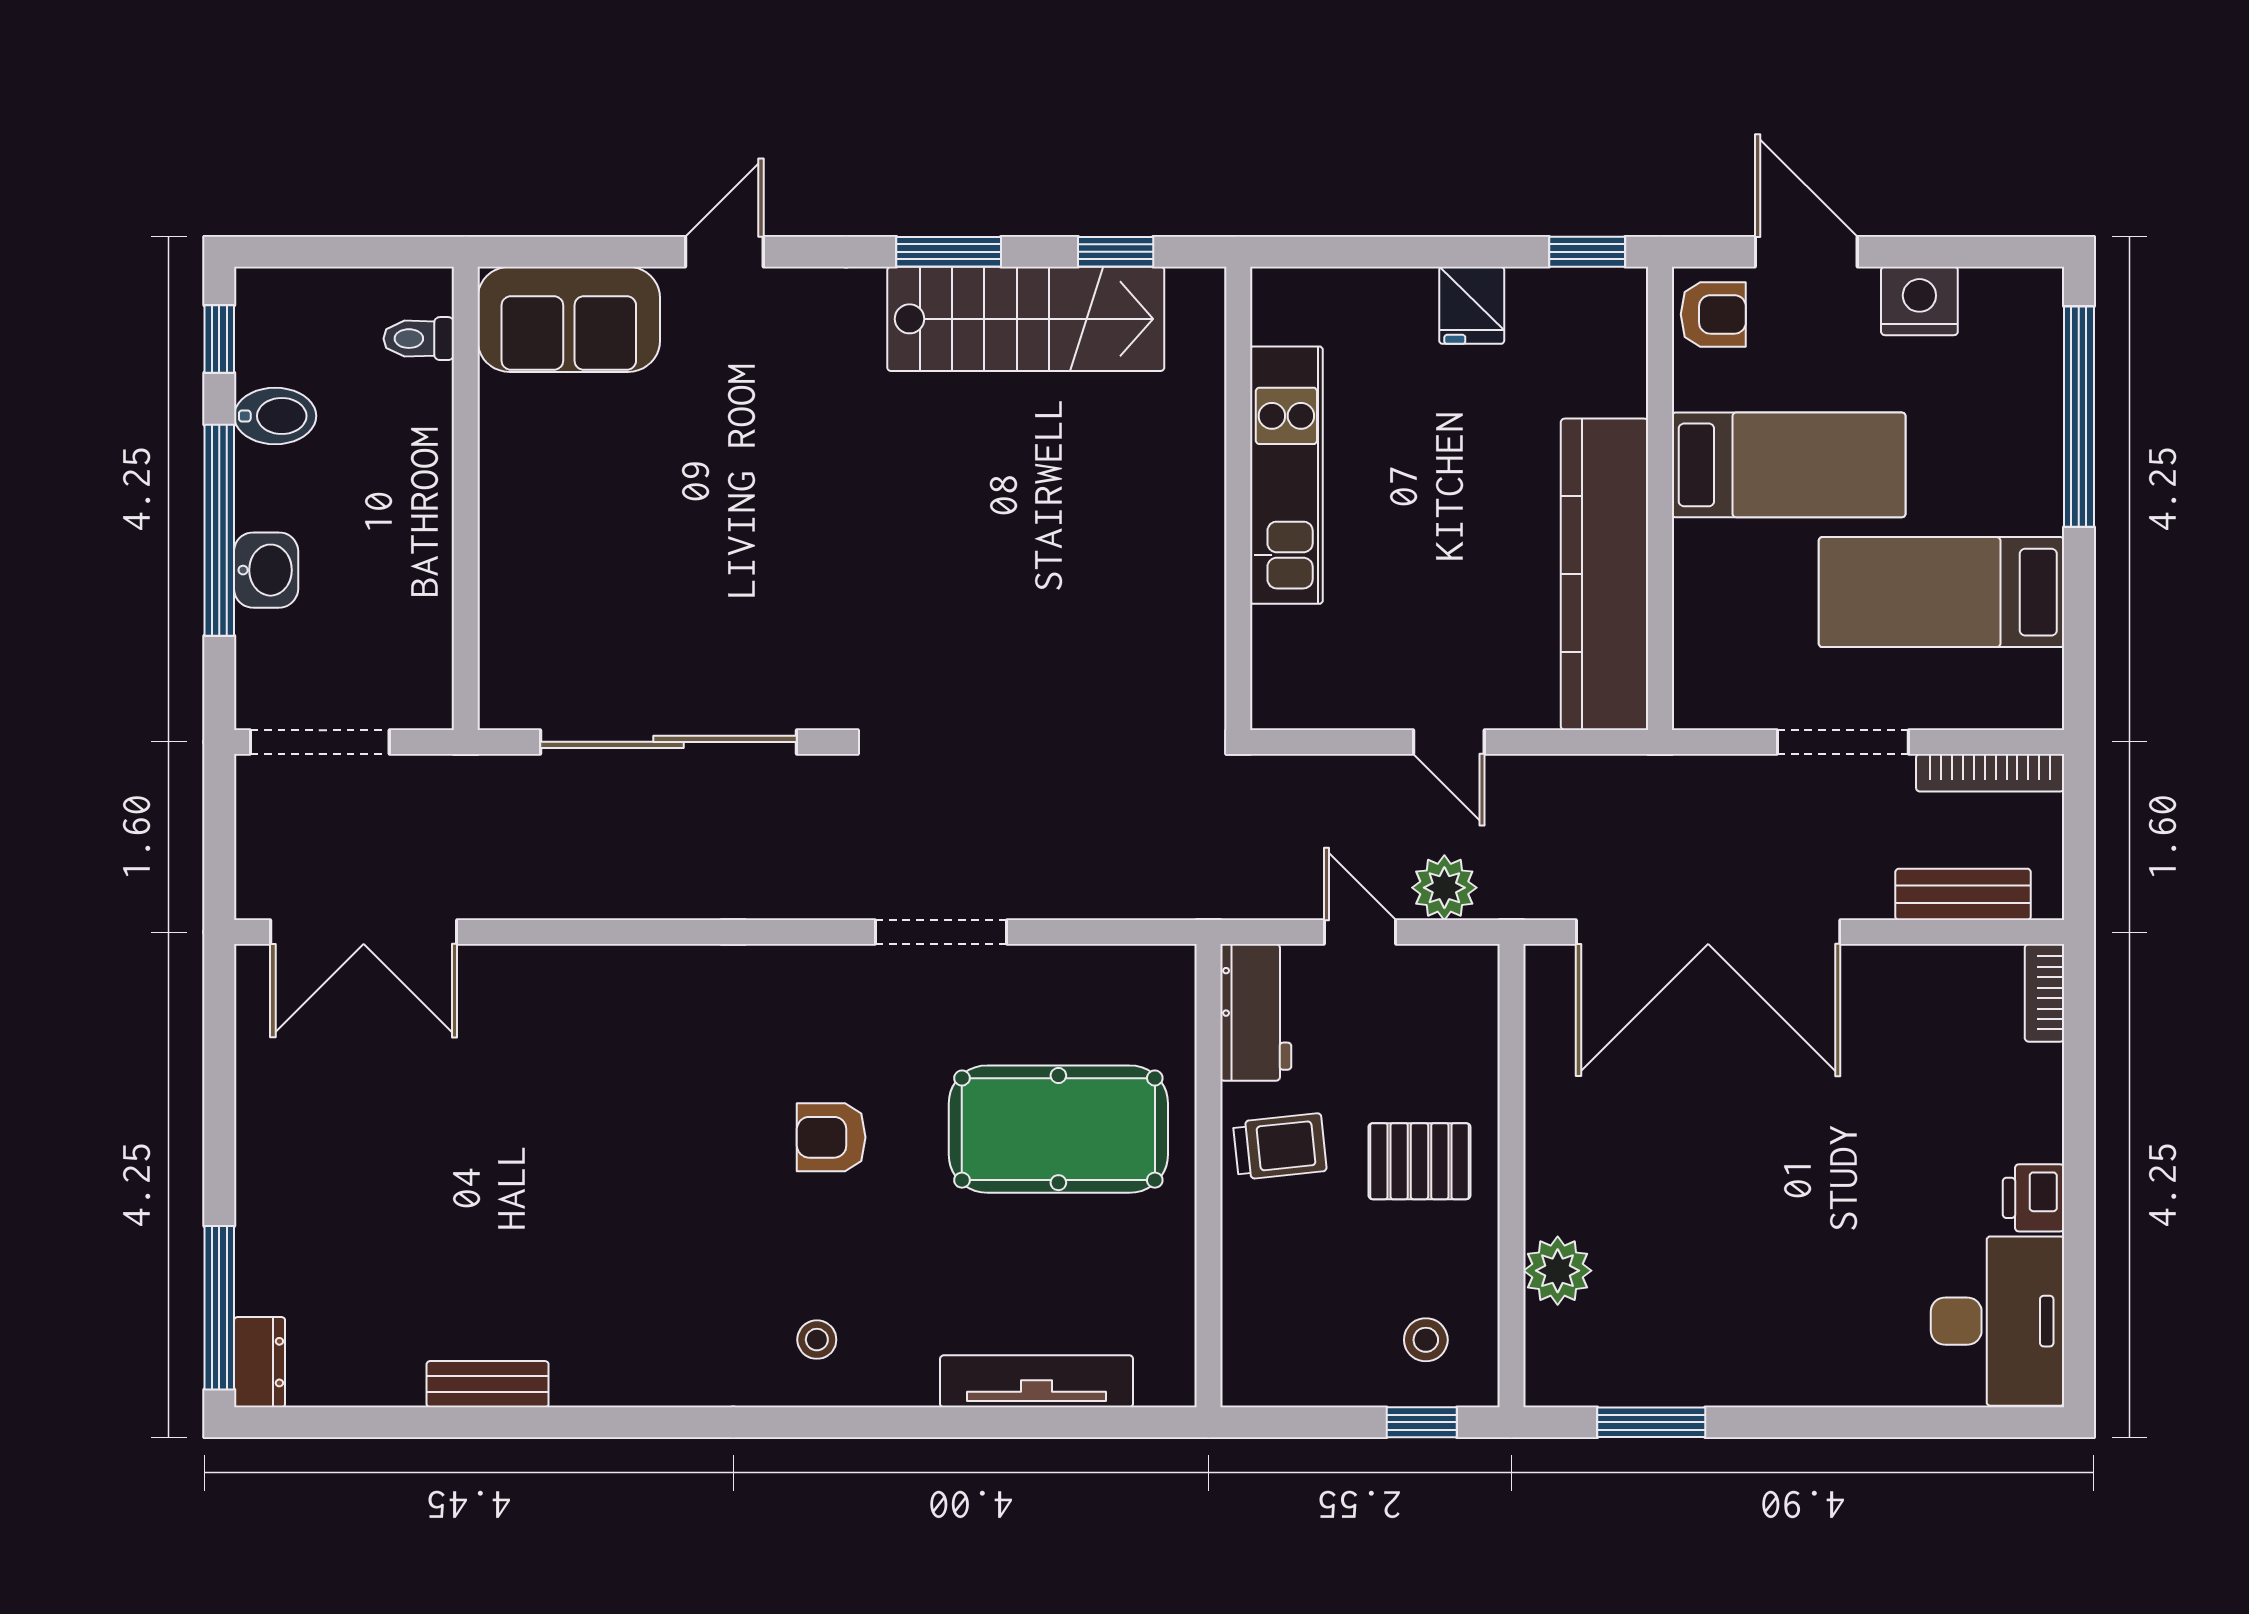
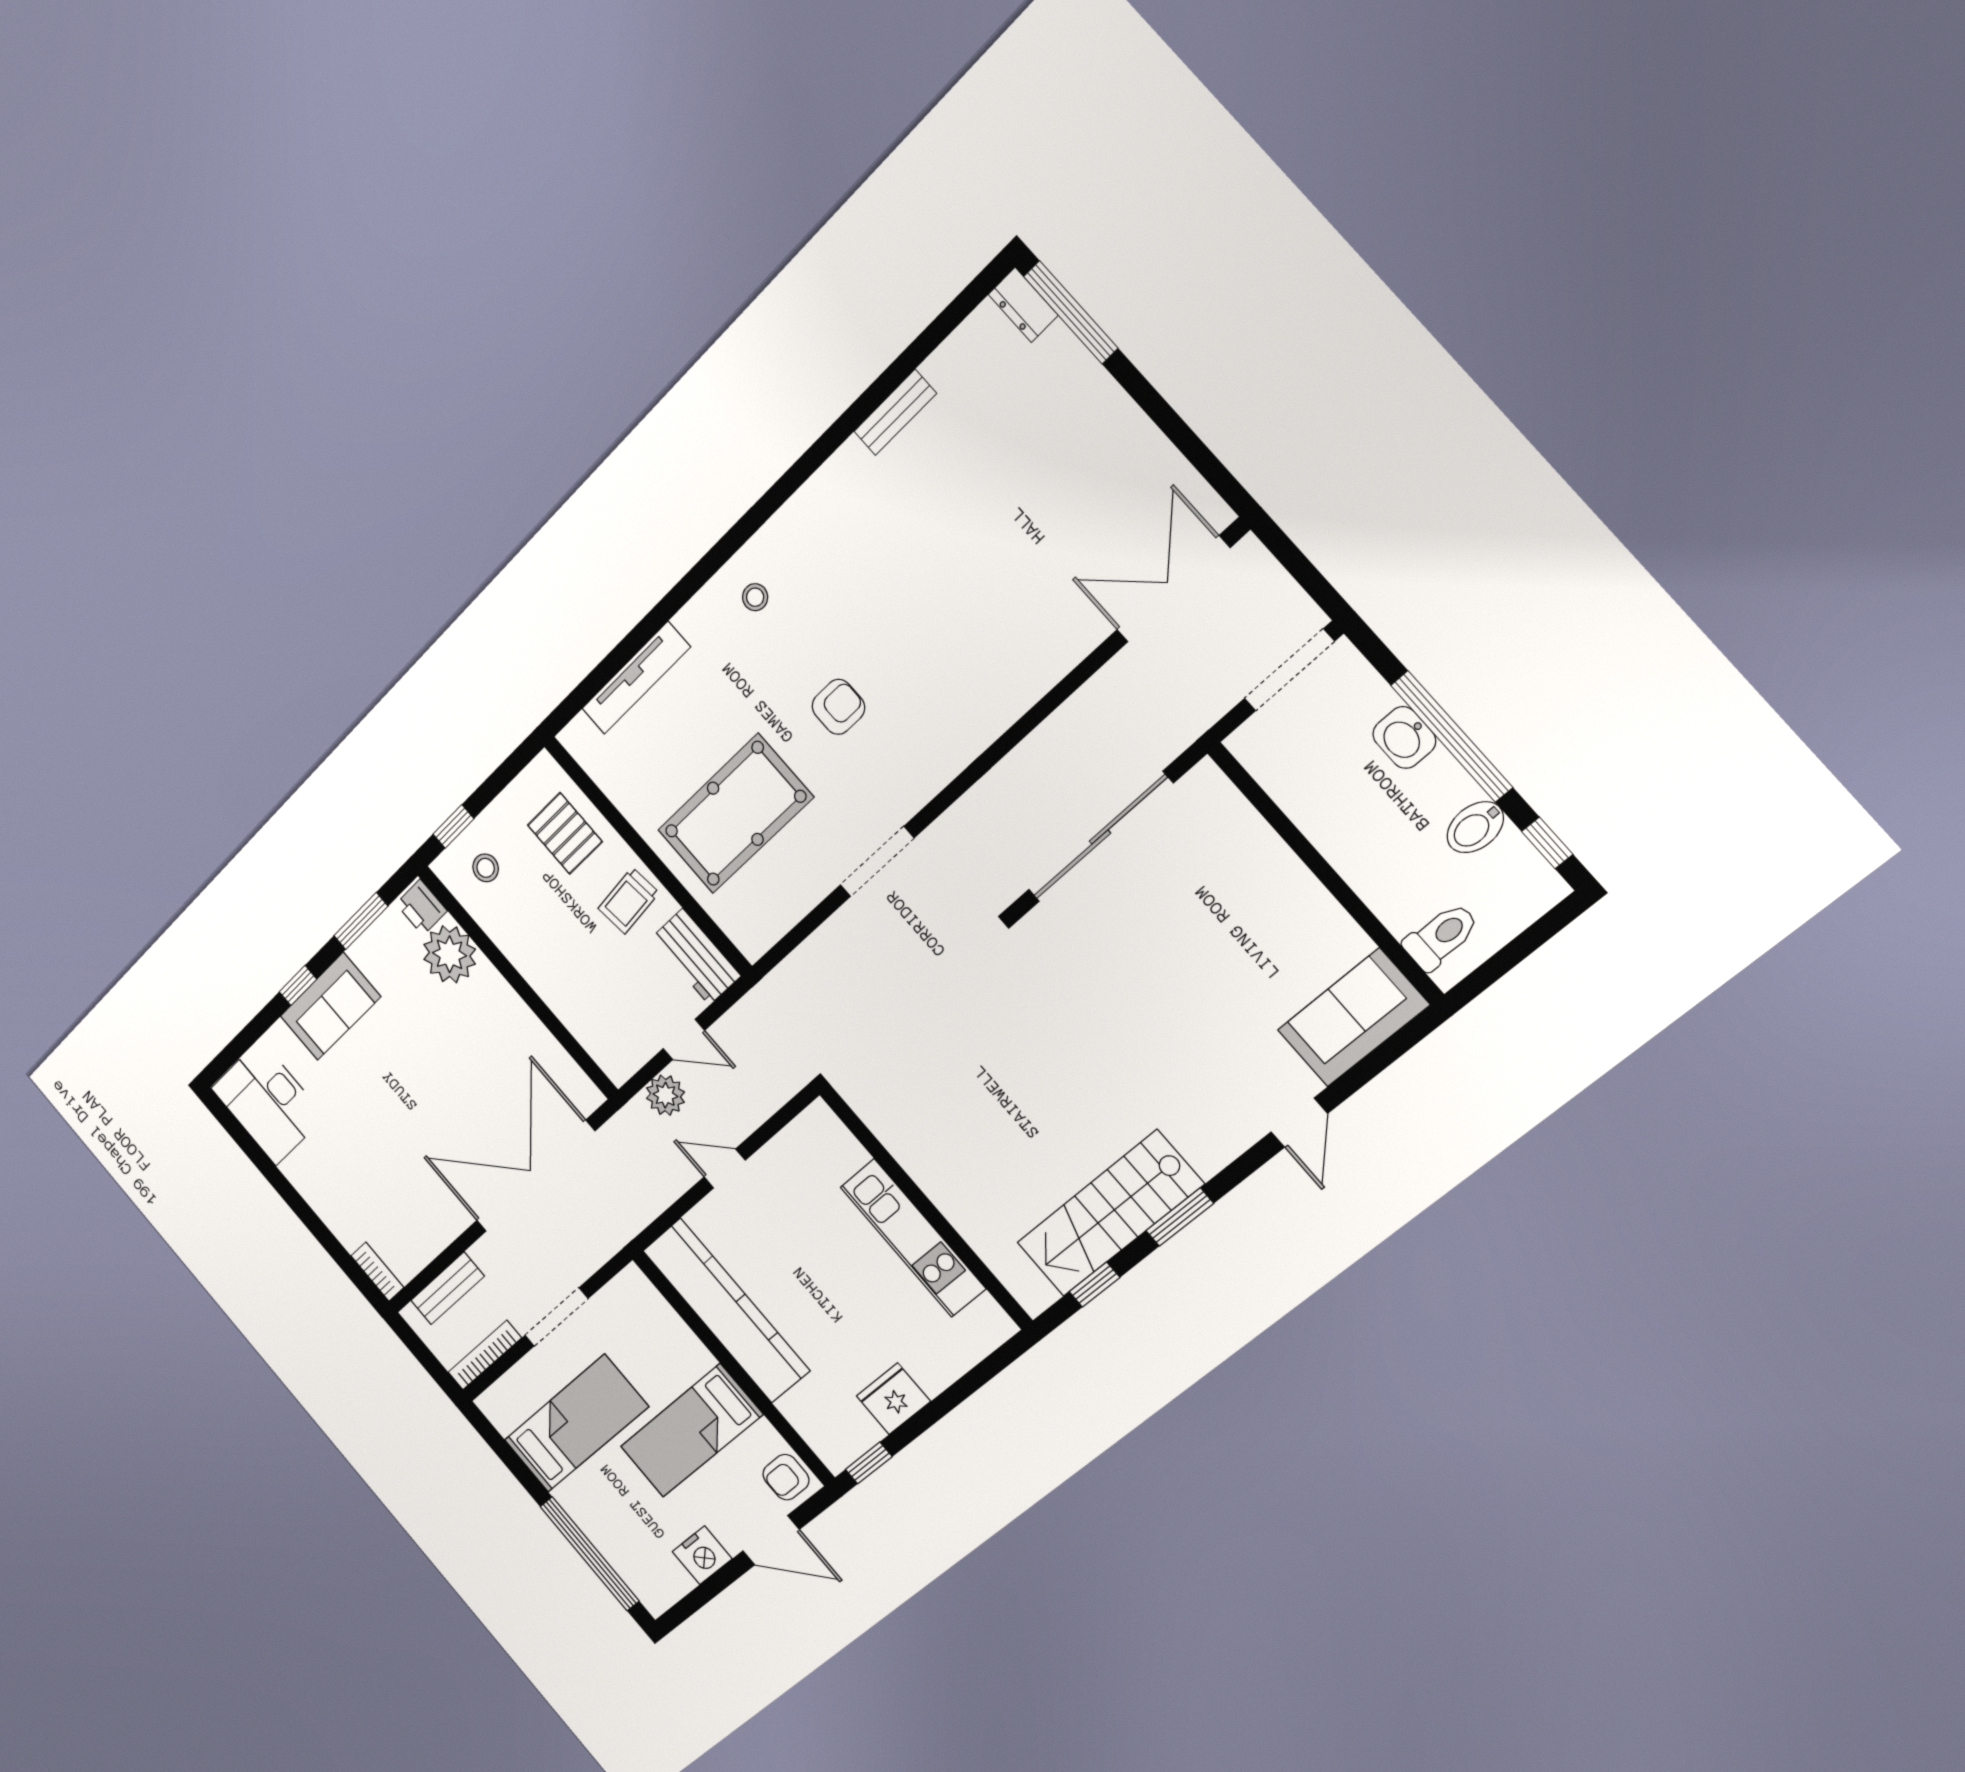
fridge: (1472, 305) -> (893, 1399), width x1.38
toilet: (419, 339) -> (1441, 936), width x1.37, depth x1.39
pallet: (1419, 1161) -> (565, 833), moved, turned 90
printer: (2033, 1198) -> (422, 907), moved, turned 180
plant: (1558, 1271) -> (450, 954), width x1.36, depth x1.36
sofa: (1793, 1360) -> (330, 1006), added
window: (1814, 1422) -> (298, 985), added

